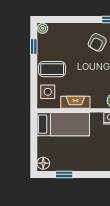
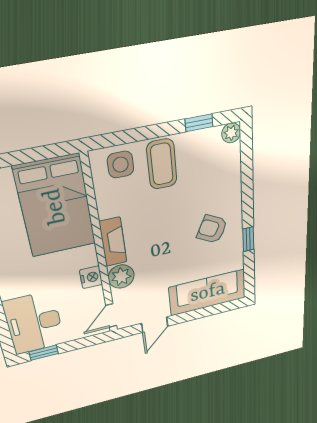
fireplace: (75, 102) -> (113, 242), moved
bed: (63, 124) -> (56, 206), width x1.50

